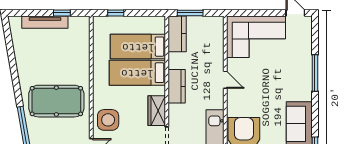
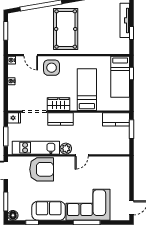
corner sofa: (256, 37) -> (88, 205), moved, turned 90
bed: (138, 47) -> (120, 77), moved, turned 180
kitchen counter: (177, 86) -> (60, 119), moved
plant: (216, 101) -> (66, 149), added

